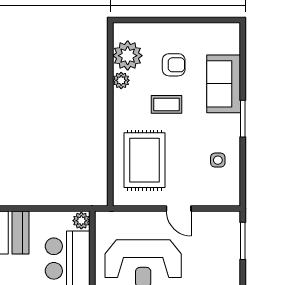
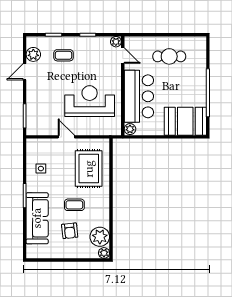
armchair: (174, 65) -> (70, 231), turned -96
plant: (121, 80) -> (104, 253), moved
sofa: (224, 84) -> (37, 218), width x1.36

